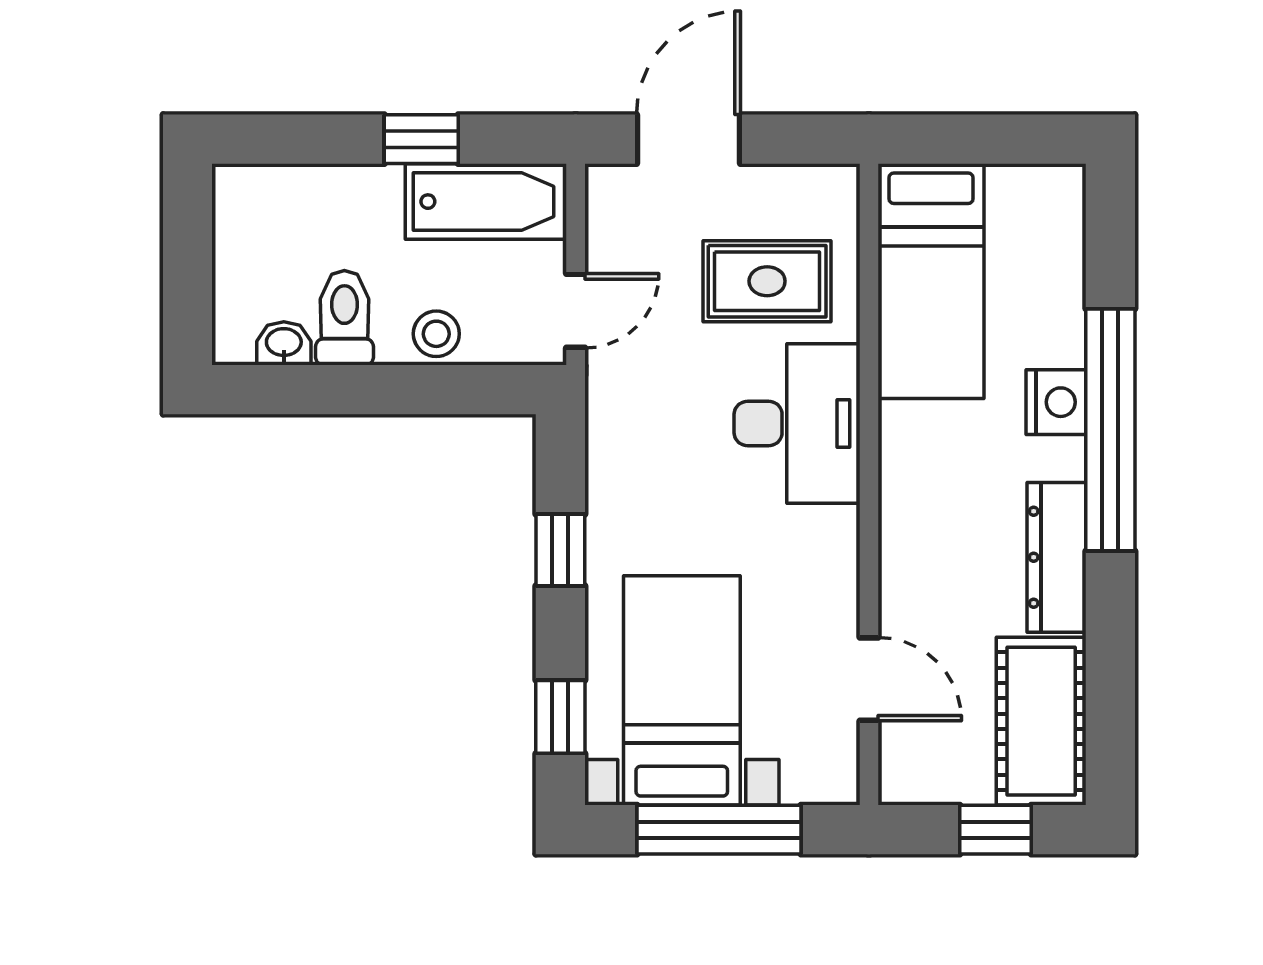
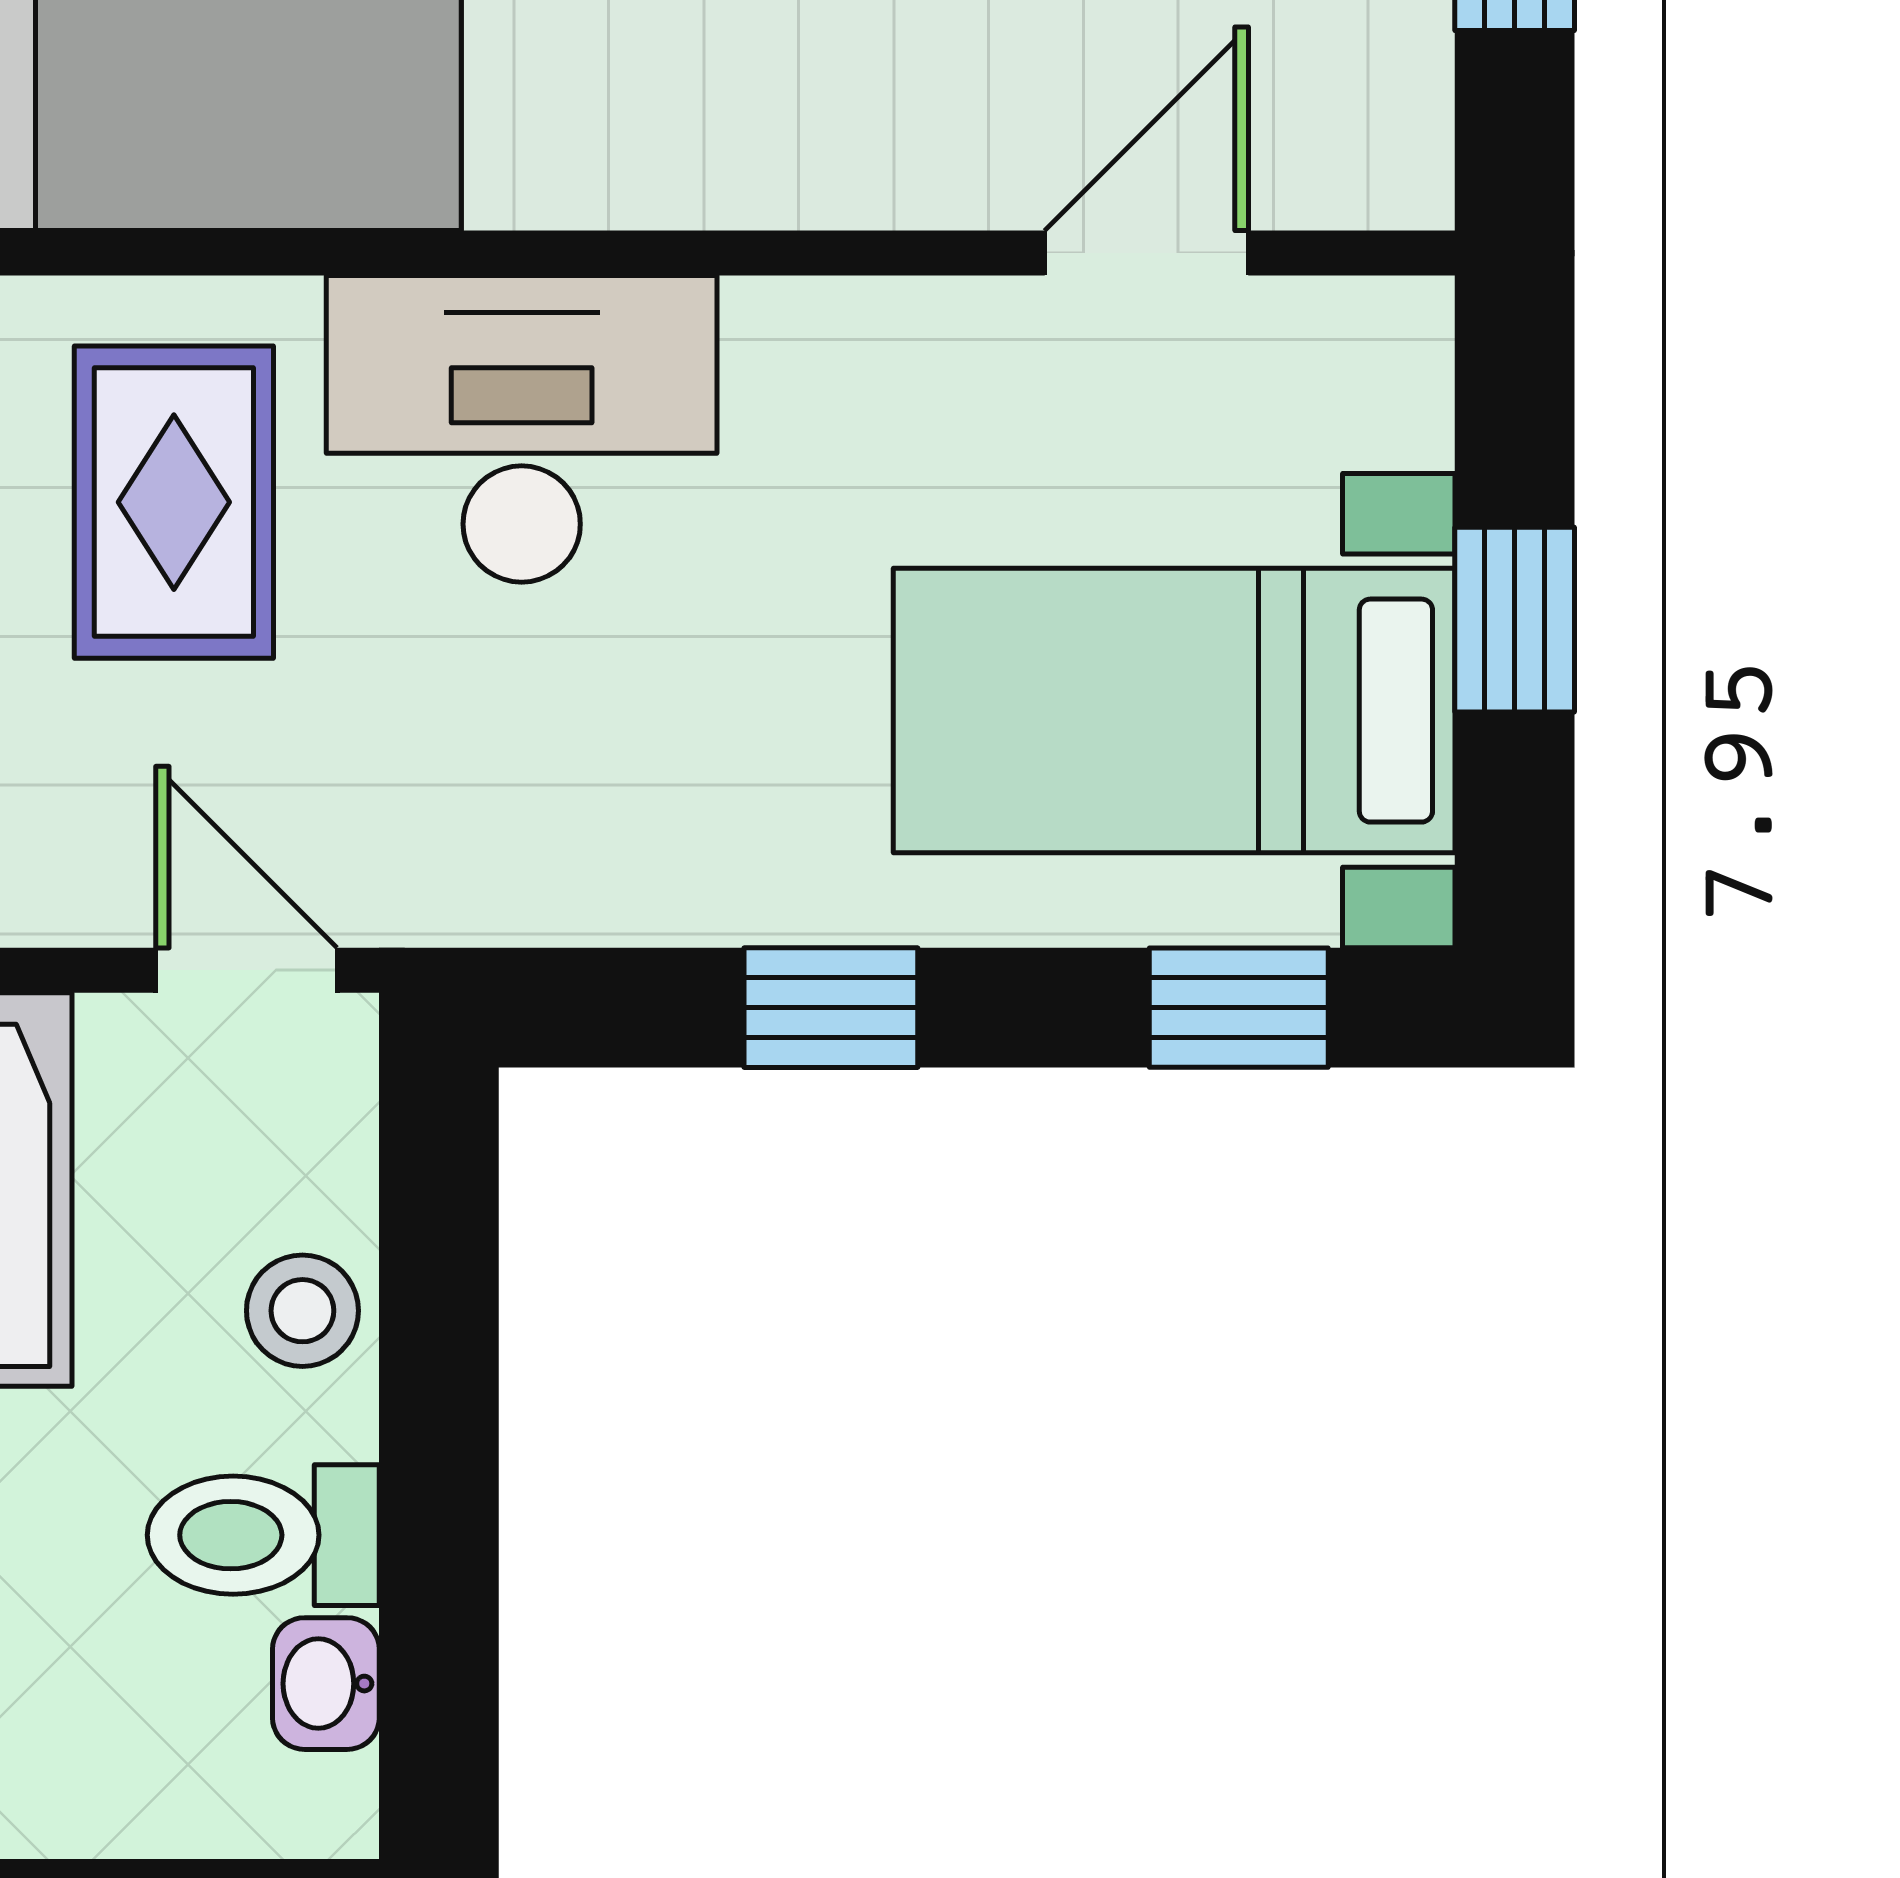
window: (719, 830) -> (1515, 620), width x0.46

